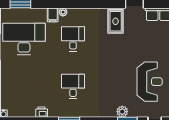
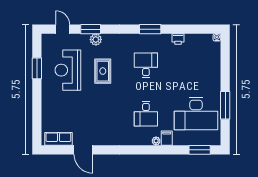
rug: (116, 21) -> (103, 71), moved
desk: (73, 86) -> (146, 65), turned 180

